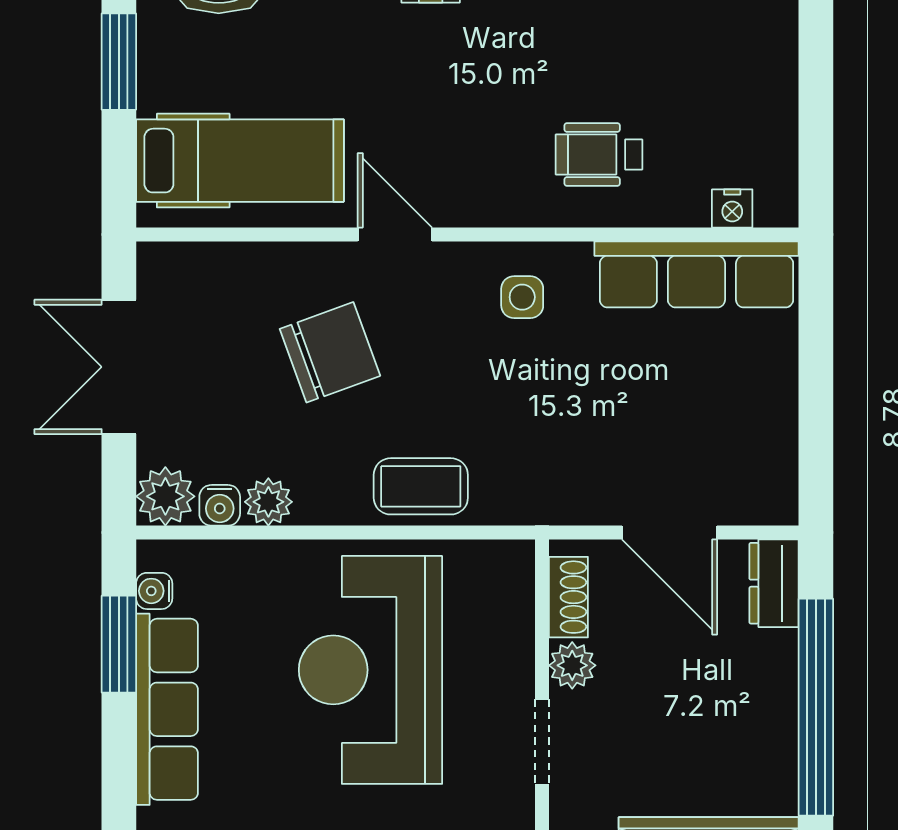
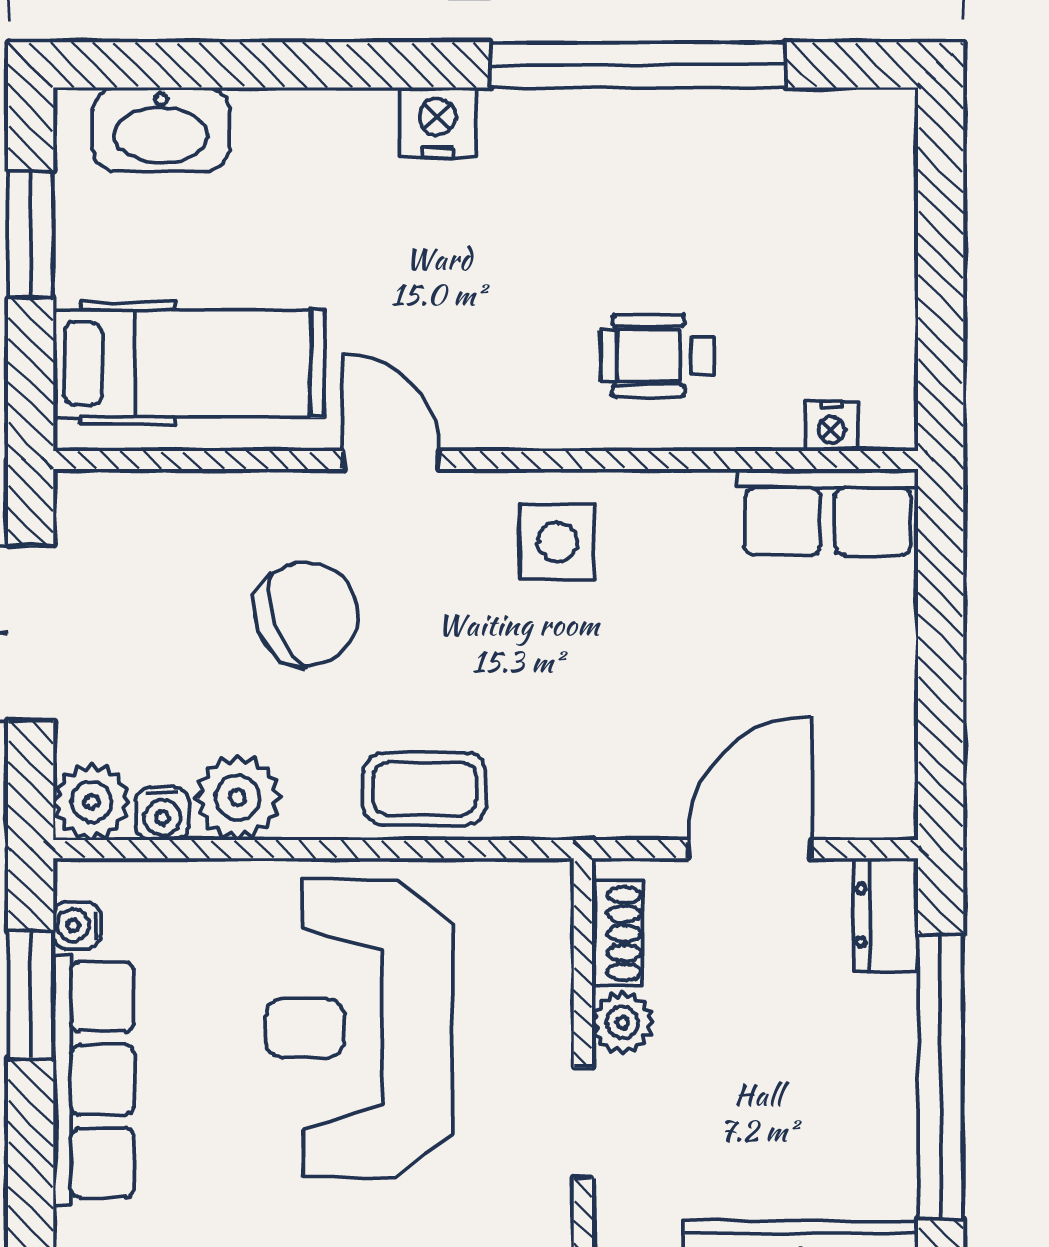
row of seats: (696, 274) -> (828, 512), width x0.68
side table: (522, 297) -> (557, 542), width x1.37, depth x1.37
plant: (268, 502) -> (238, 797), width x1.38, depth x1.38
door: (670, 533) -> (750, 849), swing flipped

